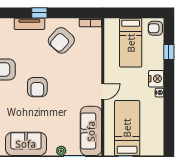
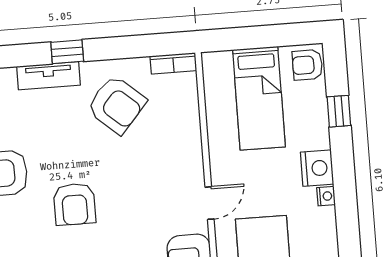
armchair: (61, 40) -> (117, 105), turned -91

